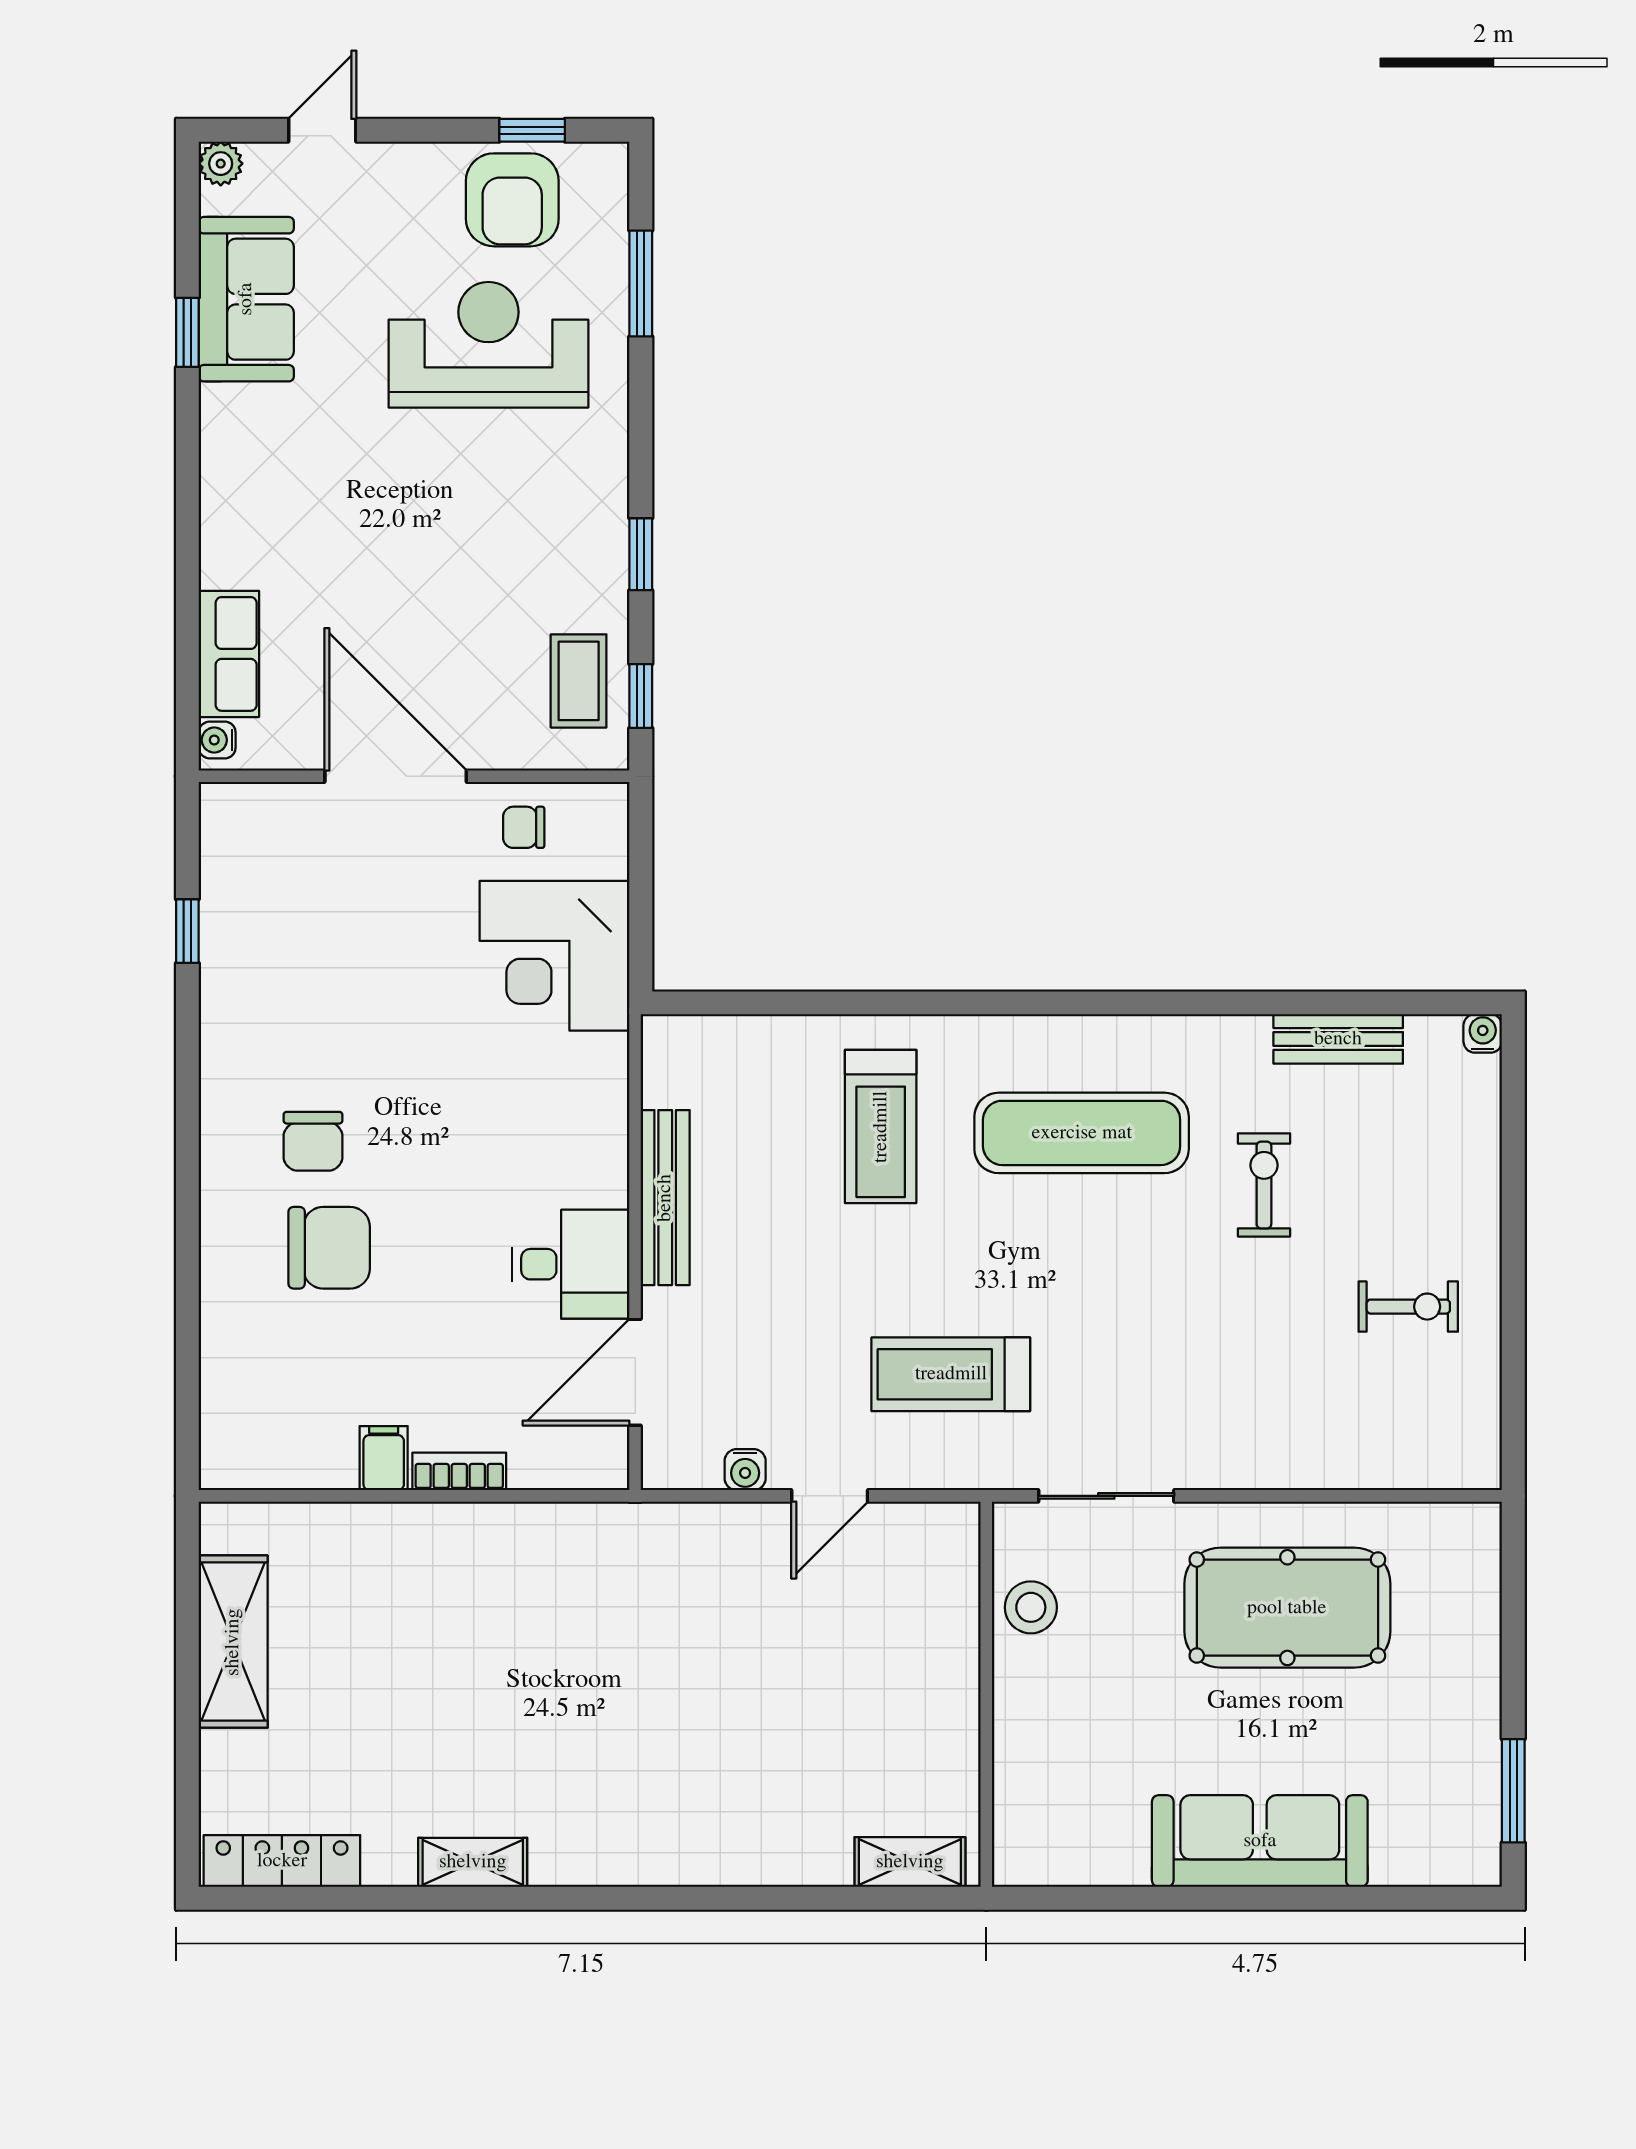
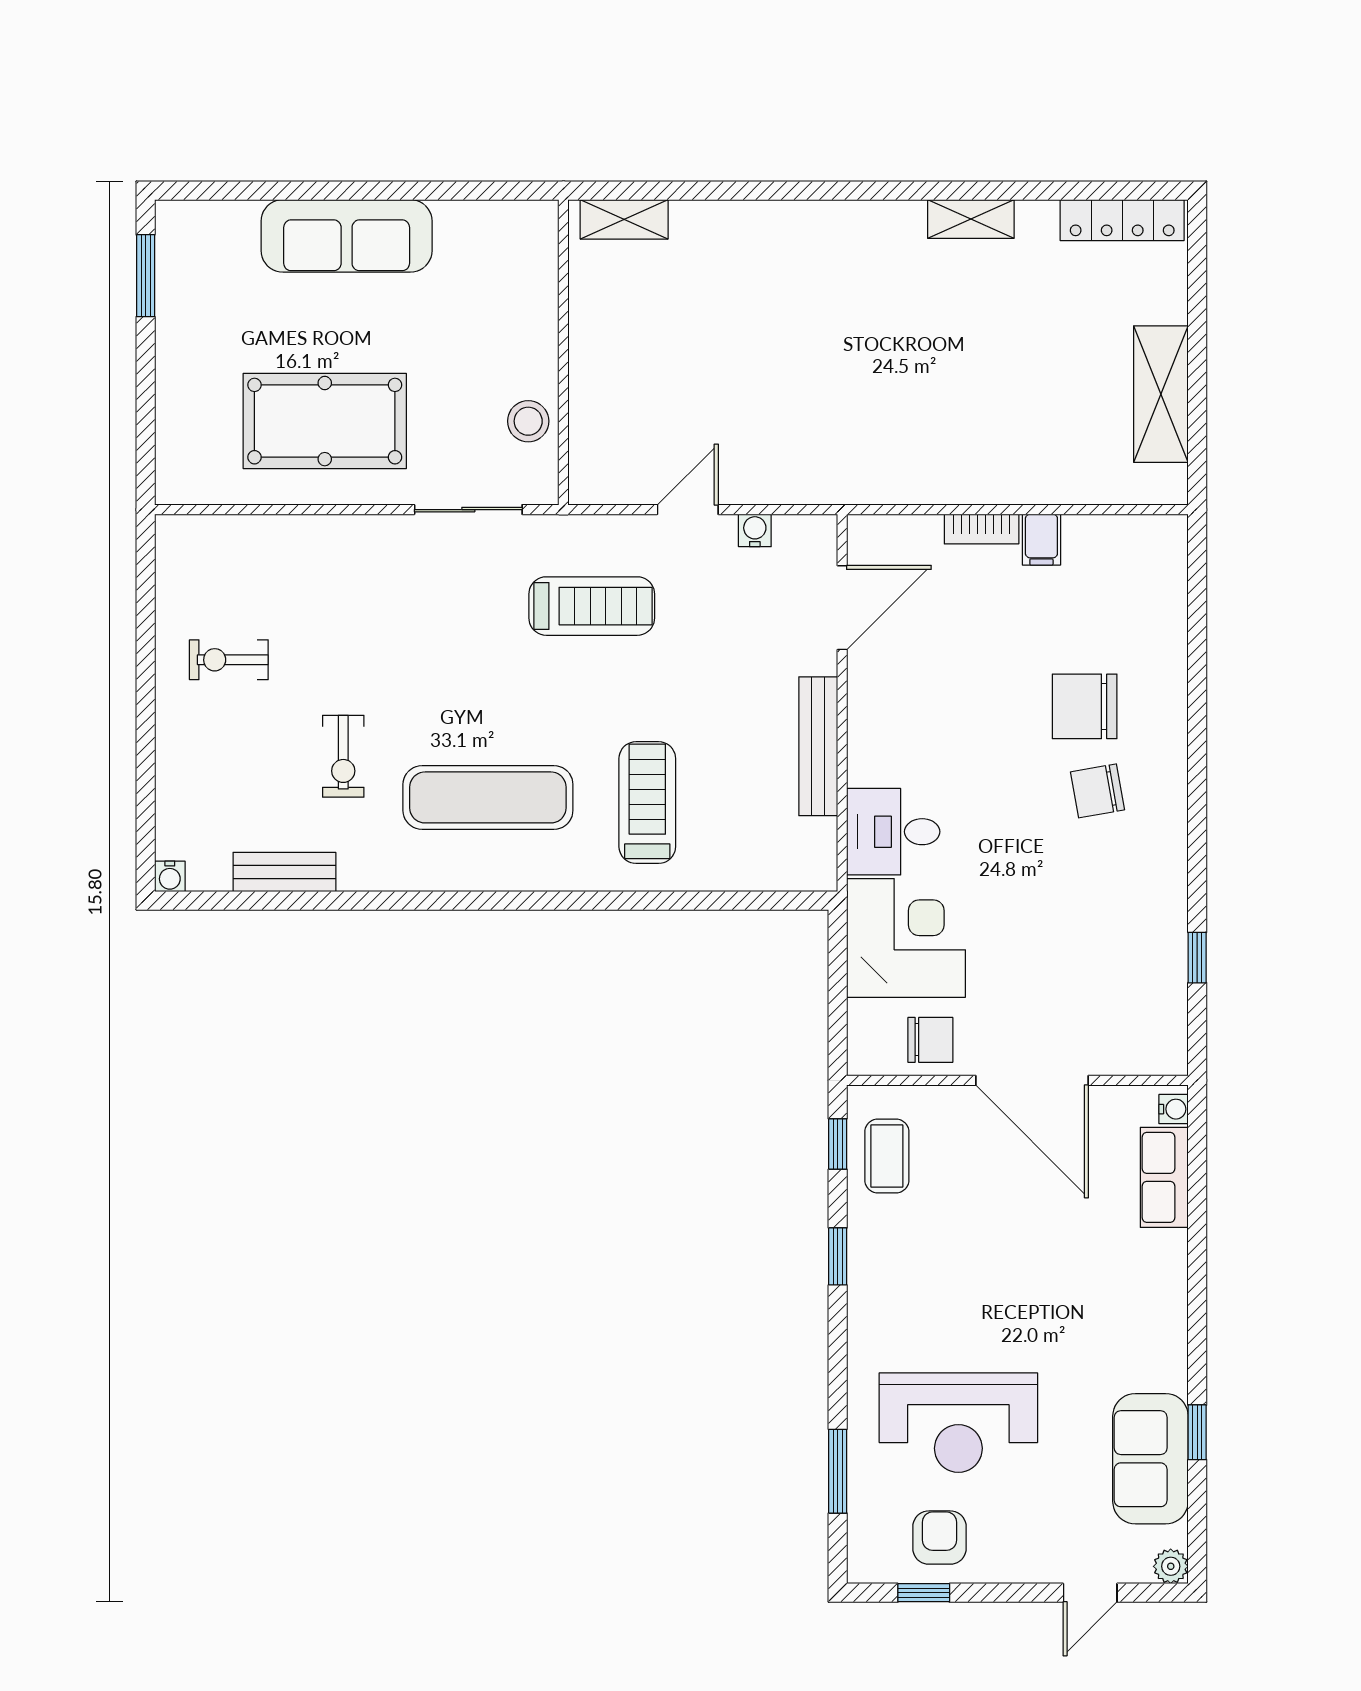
armchair: (512, 200) -> (939, 1538), width x0.72, depth x0.72
chair: (524, 827) -> (930, 1040), width x1.37, depth x1.37
chair: (313, 1141) -> (1098, 791), turned -100
desk: (571, 1264) -> (893, 832), moved

